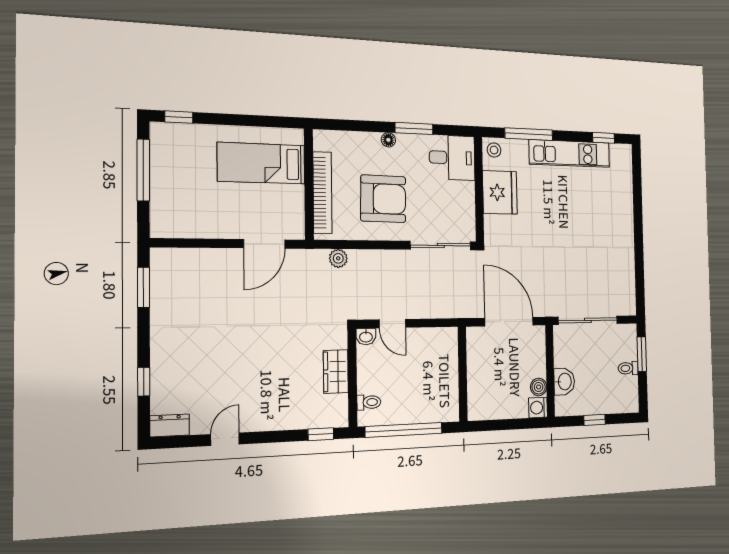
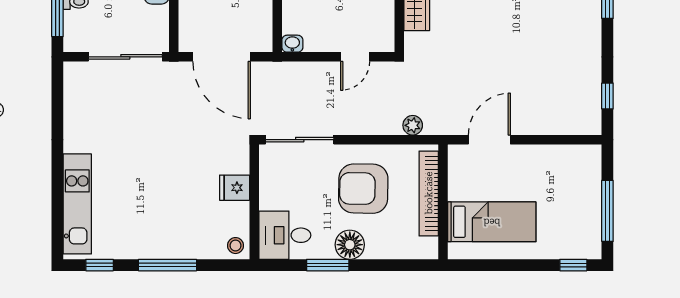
window: (529, 134) -> (167, 265), moved
floor lamp: (388, 140) -> (350, 245), width x1.89, depth x1.89
kitchen unit: (570, 154) -> (77, 204), moved, turned 90
fridge: (500, 192) -> (235, 188), width x0.53, depth x0.75
window: (144, 287) -> (607, 96), width x0.67
door: (392, 324) -> (355, 57), swing flipped
washbasin: (366, 337) -> (292, 44), moved

